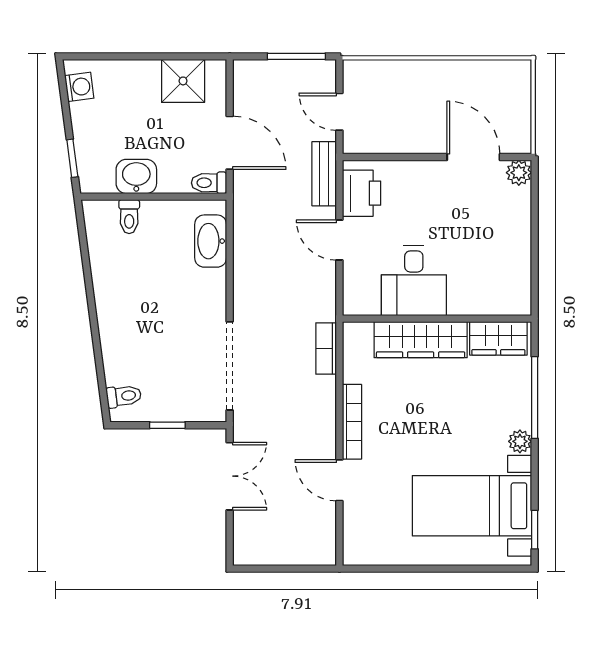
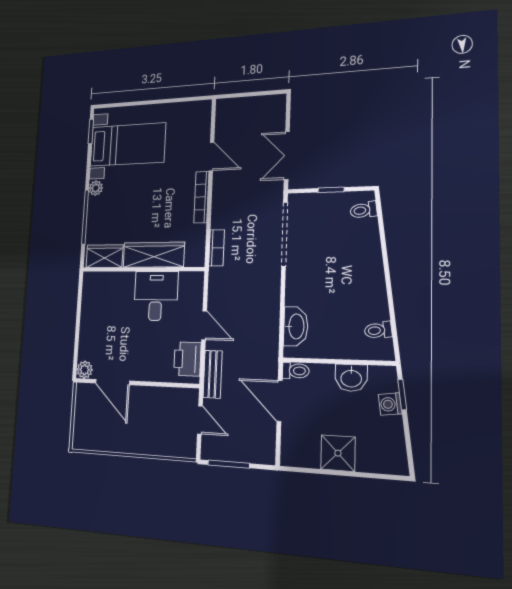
shower: (183, 81) -> (338, 453), moved
washing machine: (79, 87) -> (390, 404), moved
toilet: (129, 217) -> (378, 330), moved, turned -97

